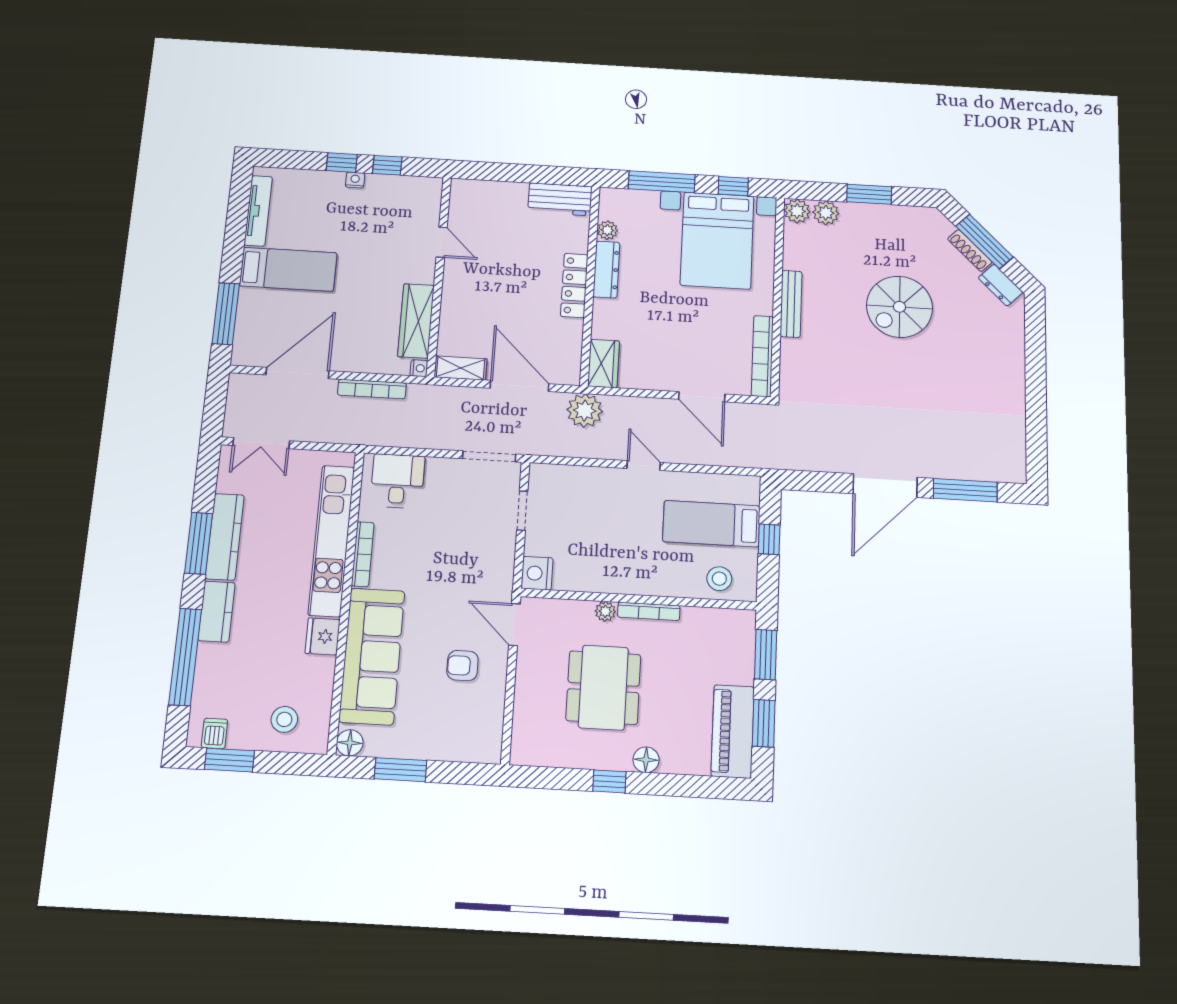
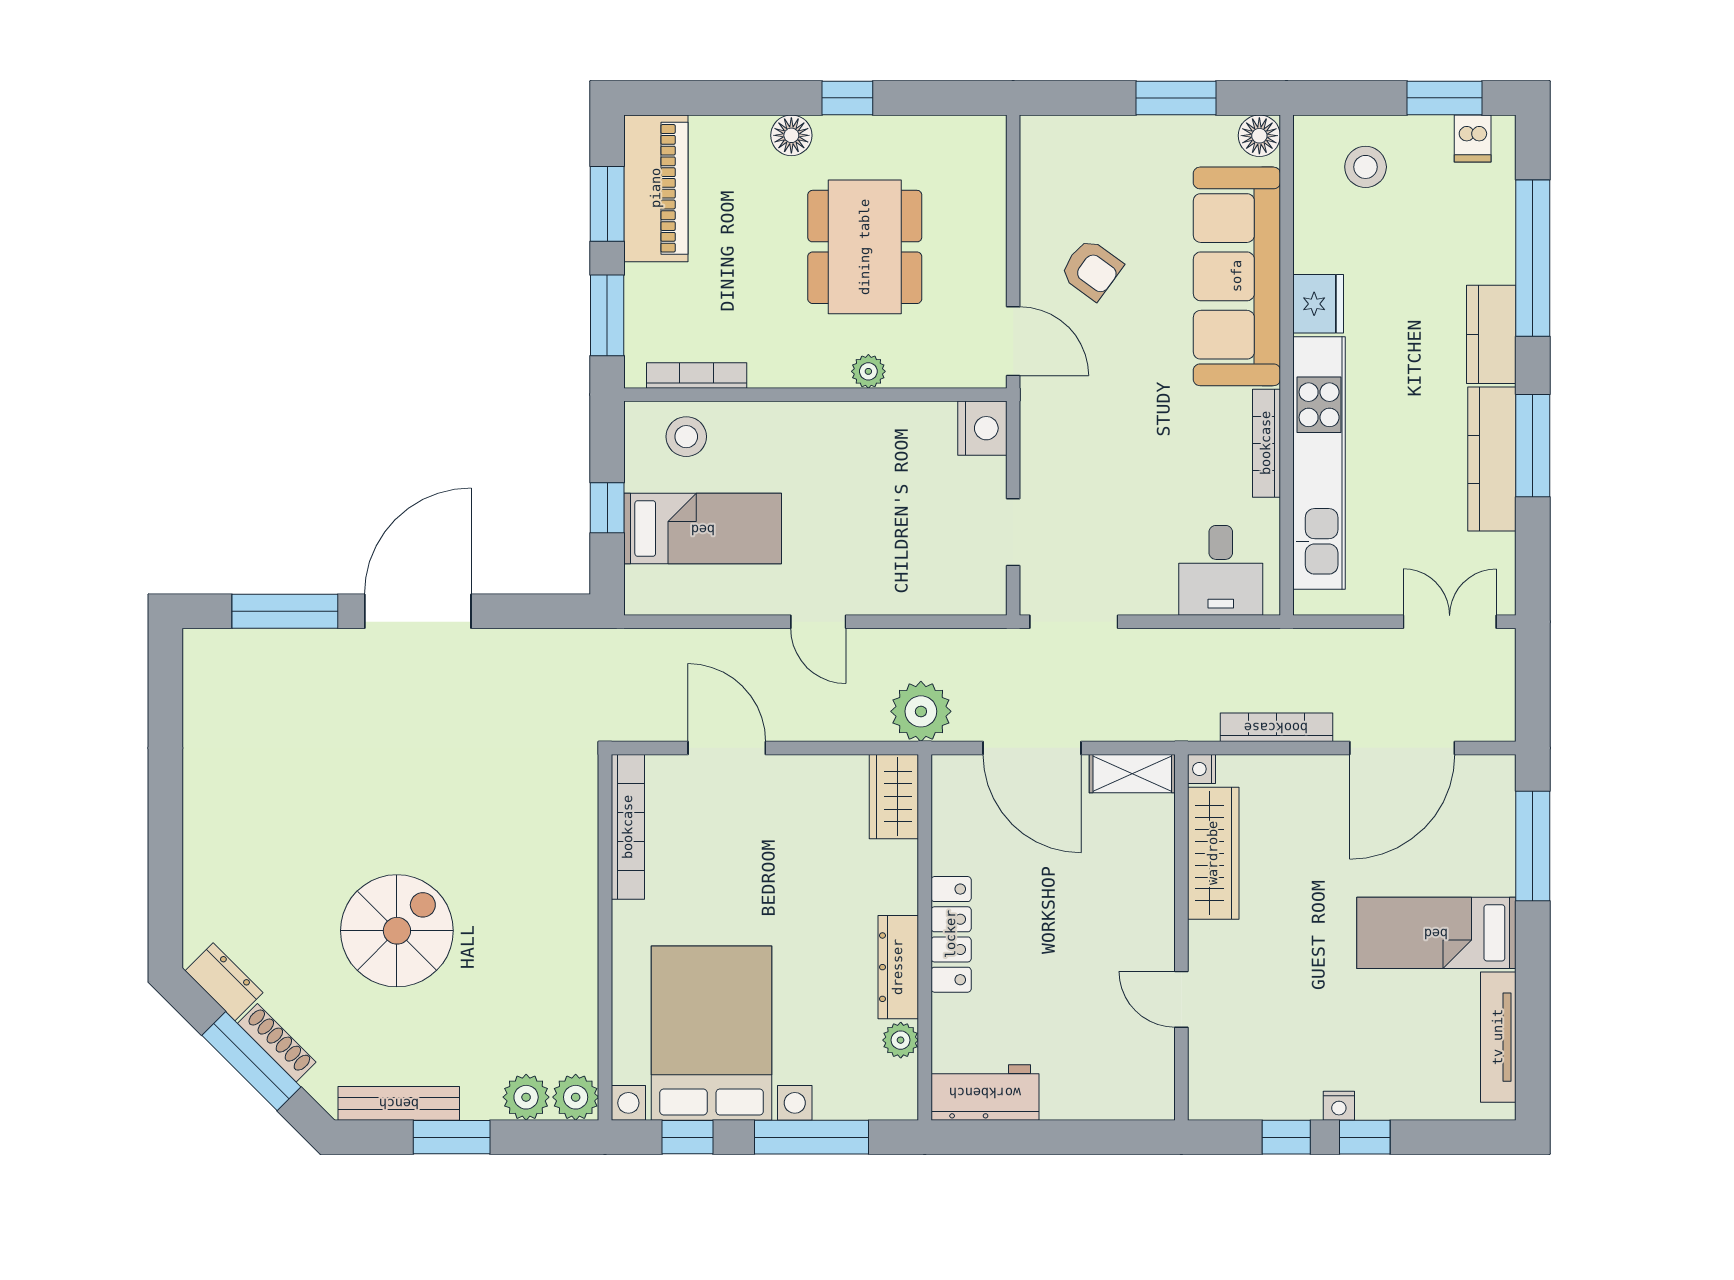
bench: (791, 304) -> (399, 1103), moved, turned 90
bookcase: (649, 611) -> (697, 375), moved
armchair: (463, 666) -> (1091, 269), turned 36

